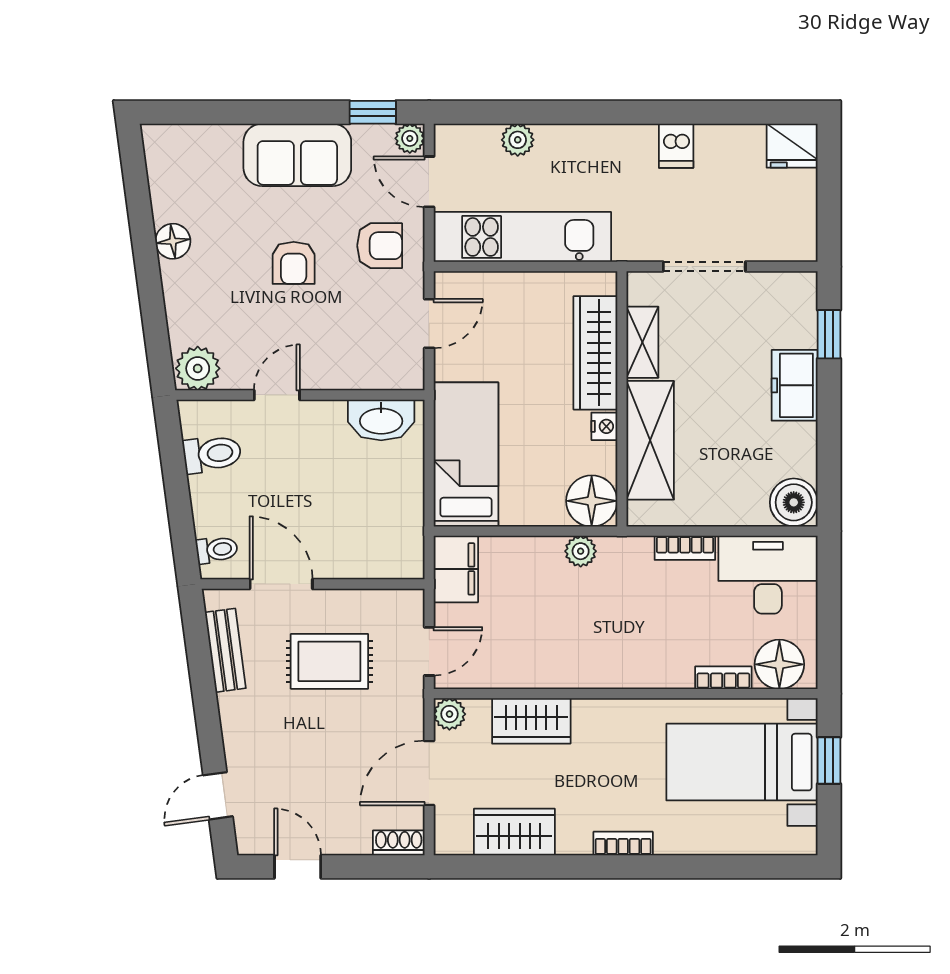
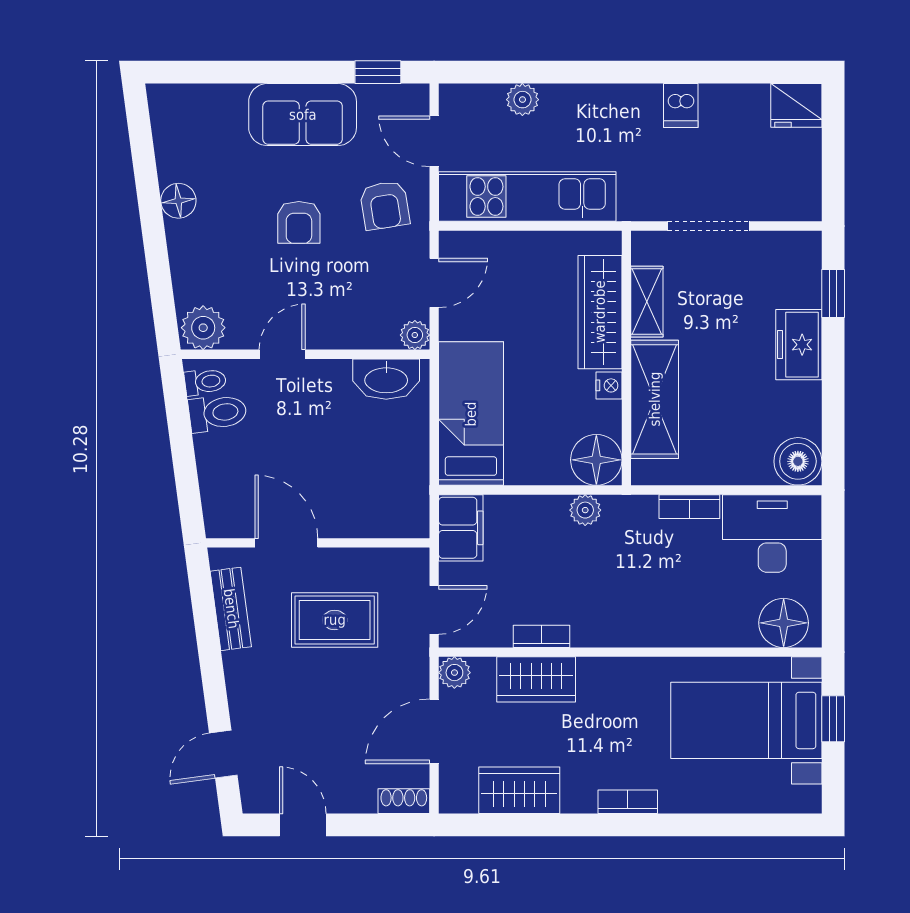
plant: (410, 138) -> (415, 335), moved
armchair: (380, 246) -> (385, 205), turned 81
toilet: (217, 550) -> (205, 382), moved
bookcase: (723, 678) -> (541, 636), moved

